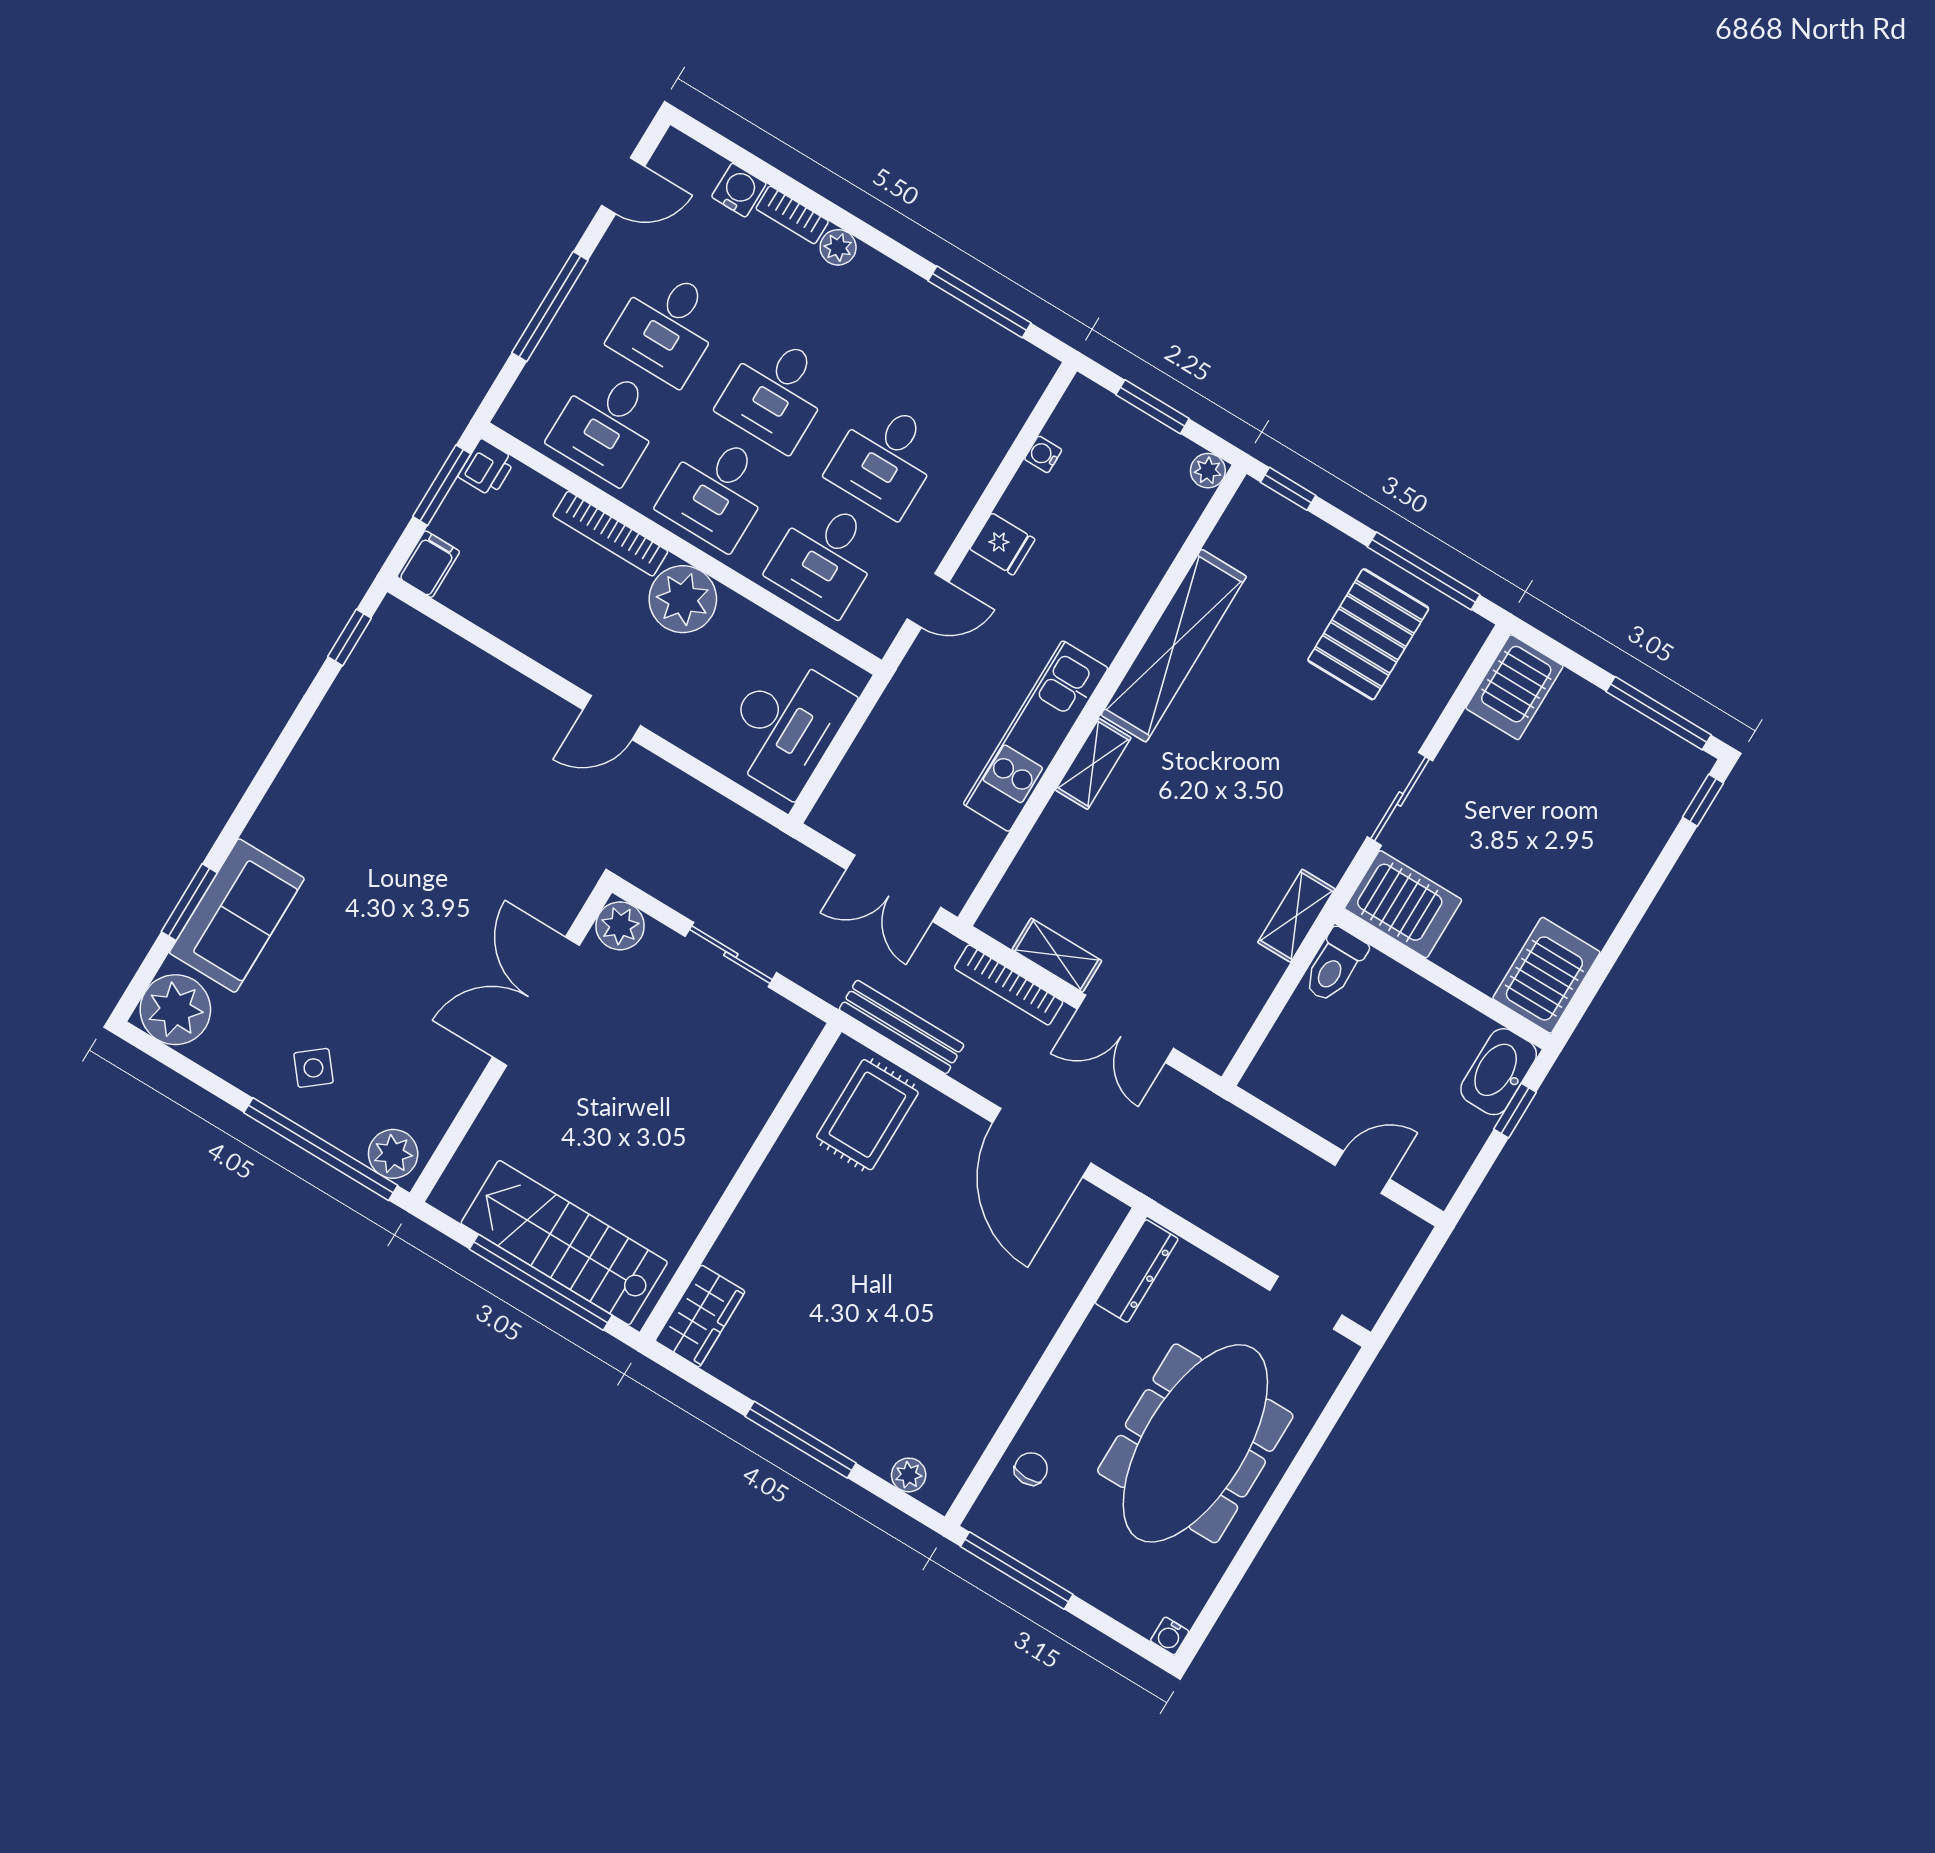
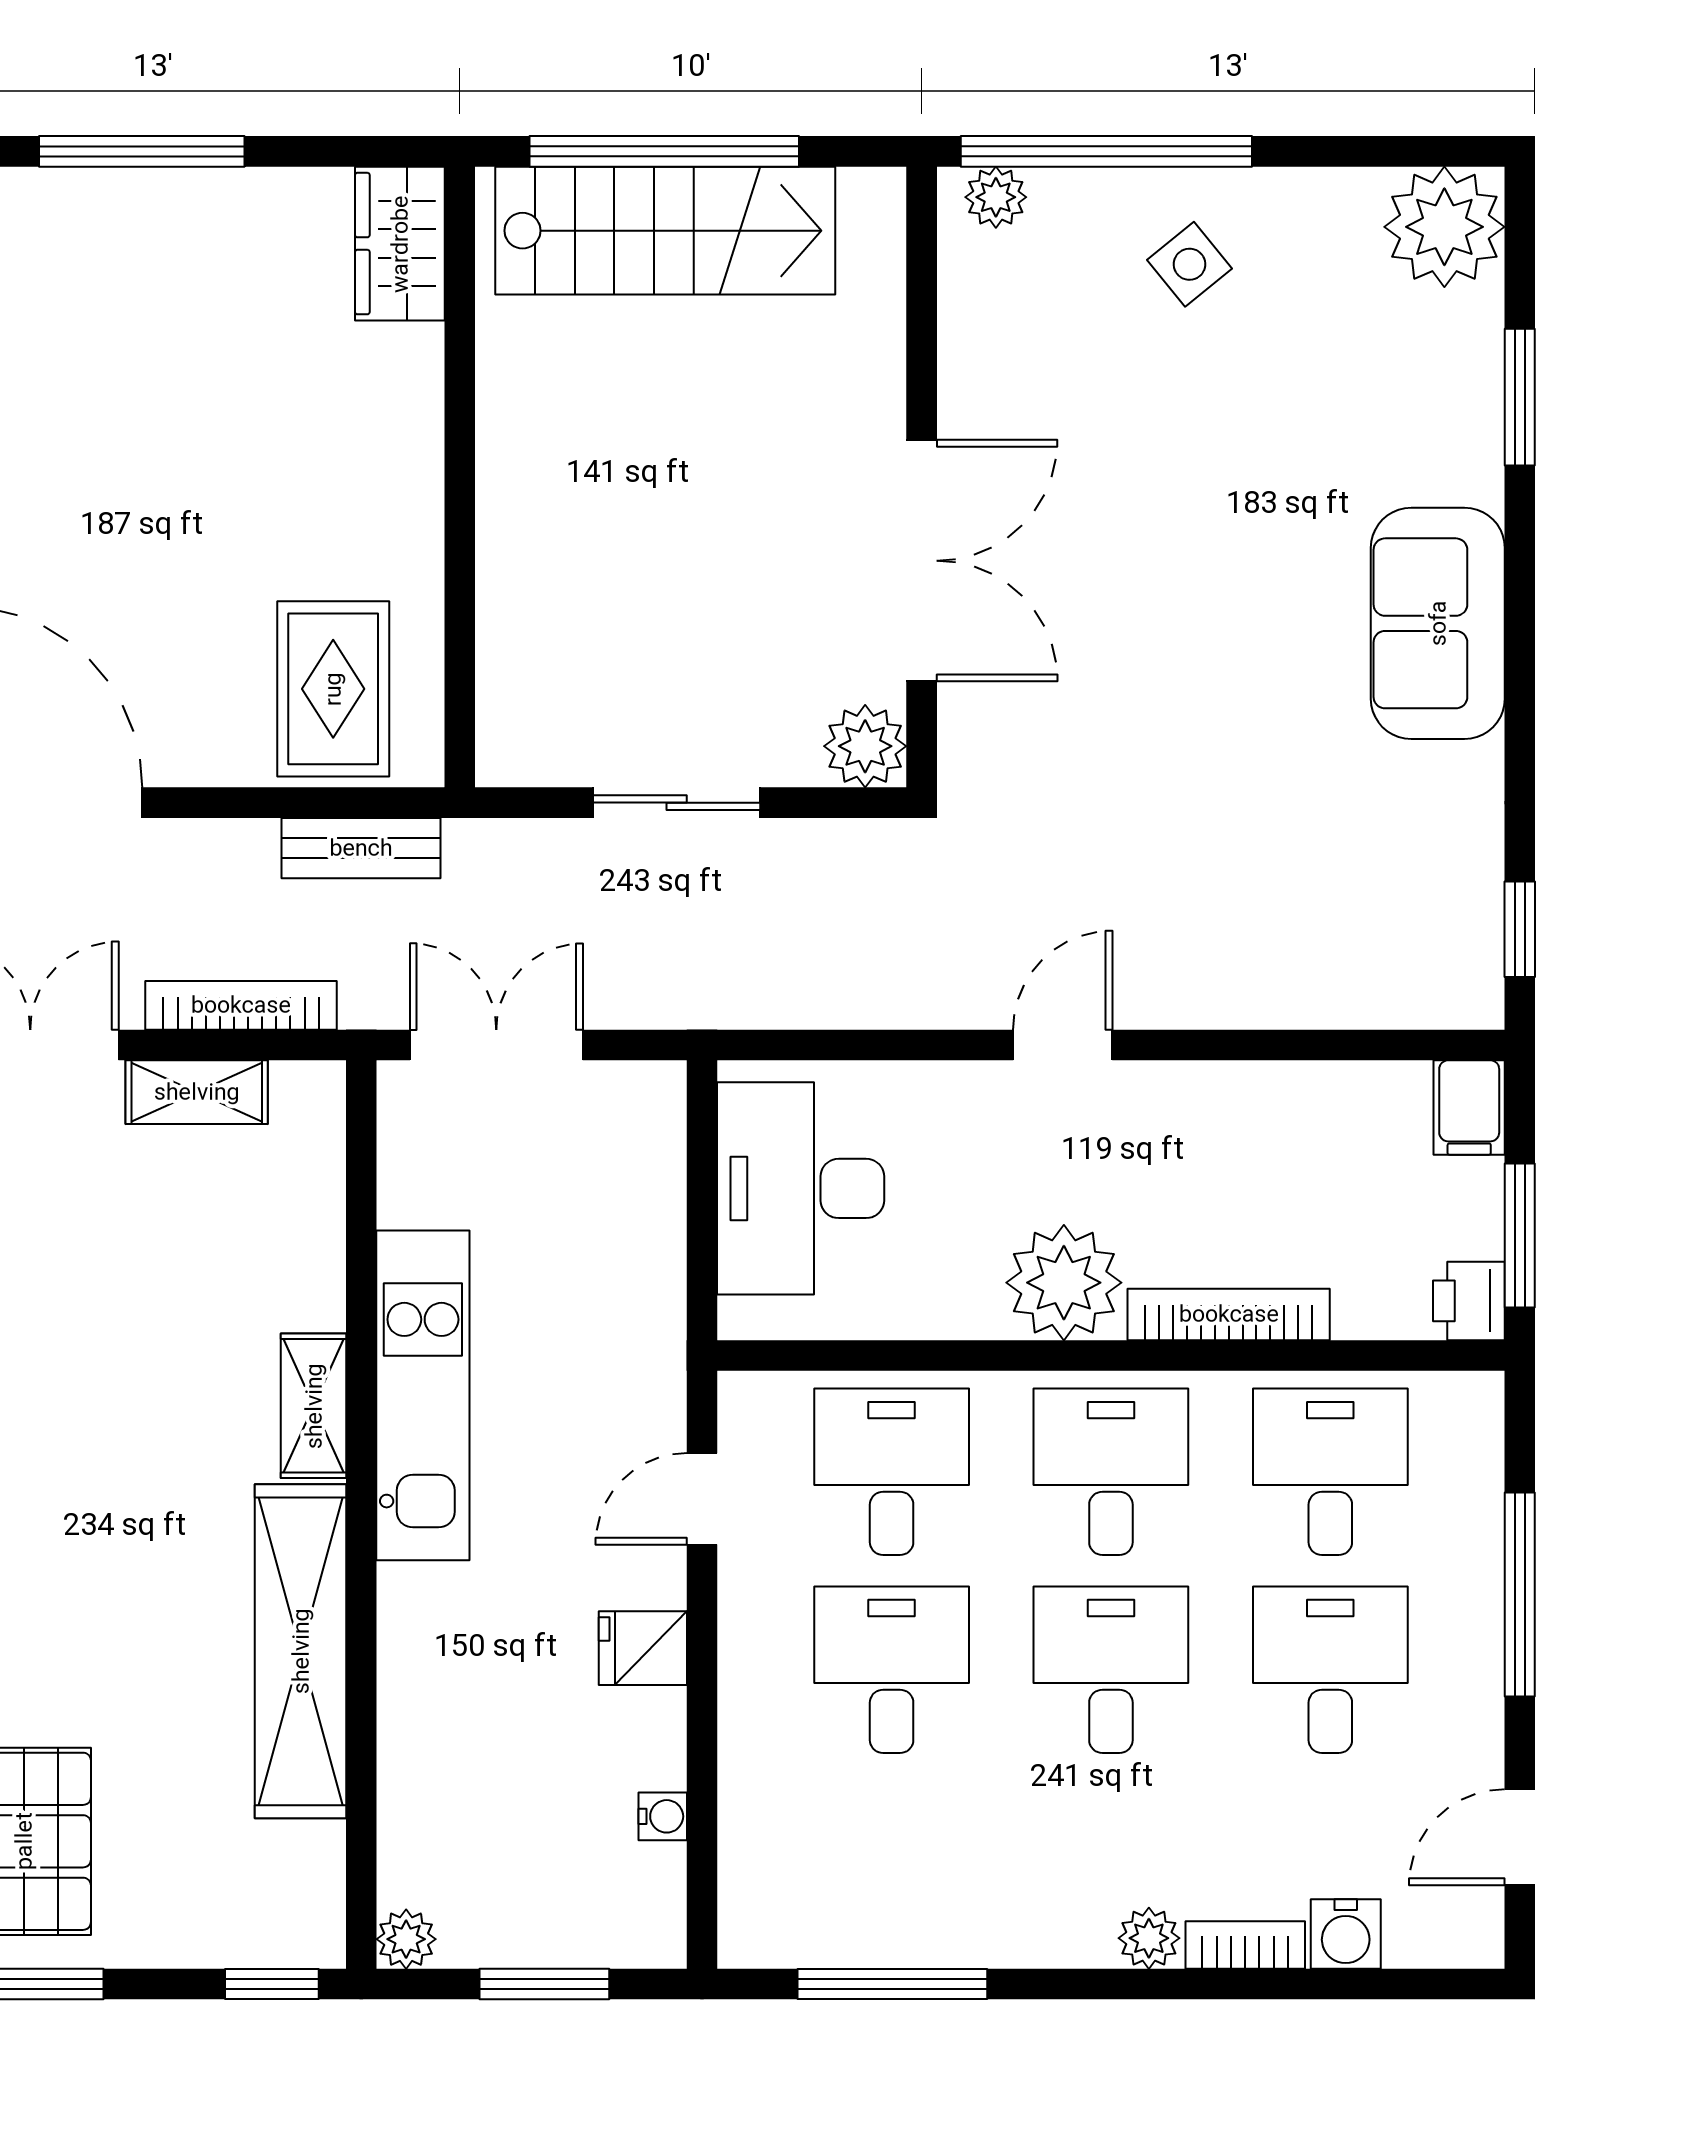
sofa: (237, 916) -> (1438, 623), moved
bench: (902, 1027) -> (361, 848), width x0.73
plant: (393, 1154) -> (996, 197), width x0.73, depth x0.73

